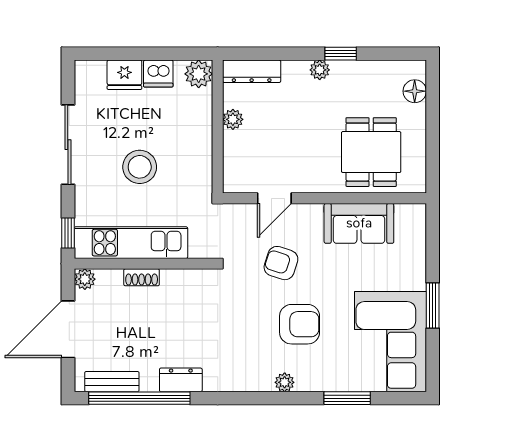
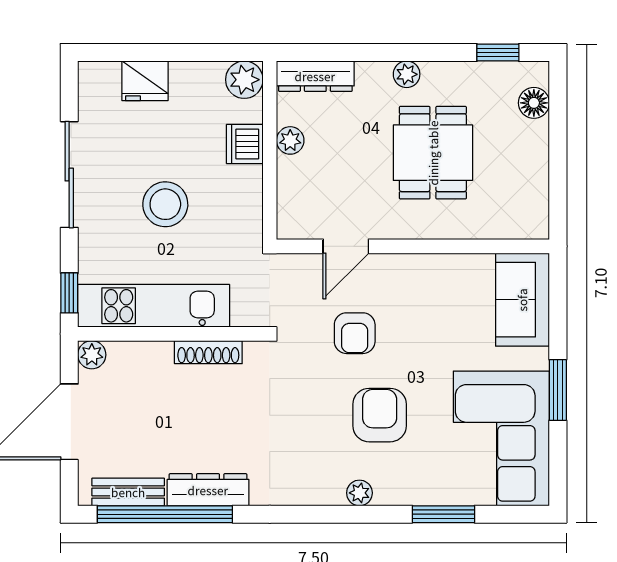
window: (341, 54) -> (498, 53), moved
dishwasher: (158, 74) -> (245, 144), moved, turned 90
dining table: (371, 152) -> (433, 153), moved
sofa: (359, 223) -> (522, 300), moved, turned 90
armchair: (281, 263) -> (355, 333), turned -108
shoe rack: (142, 277) -> (208, 352), moved, width x1.43
armchair: (300, 324) -> (380, 415), turned -90
dresser: (181, 380) -> (208, 490), width x1.44

